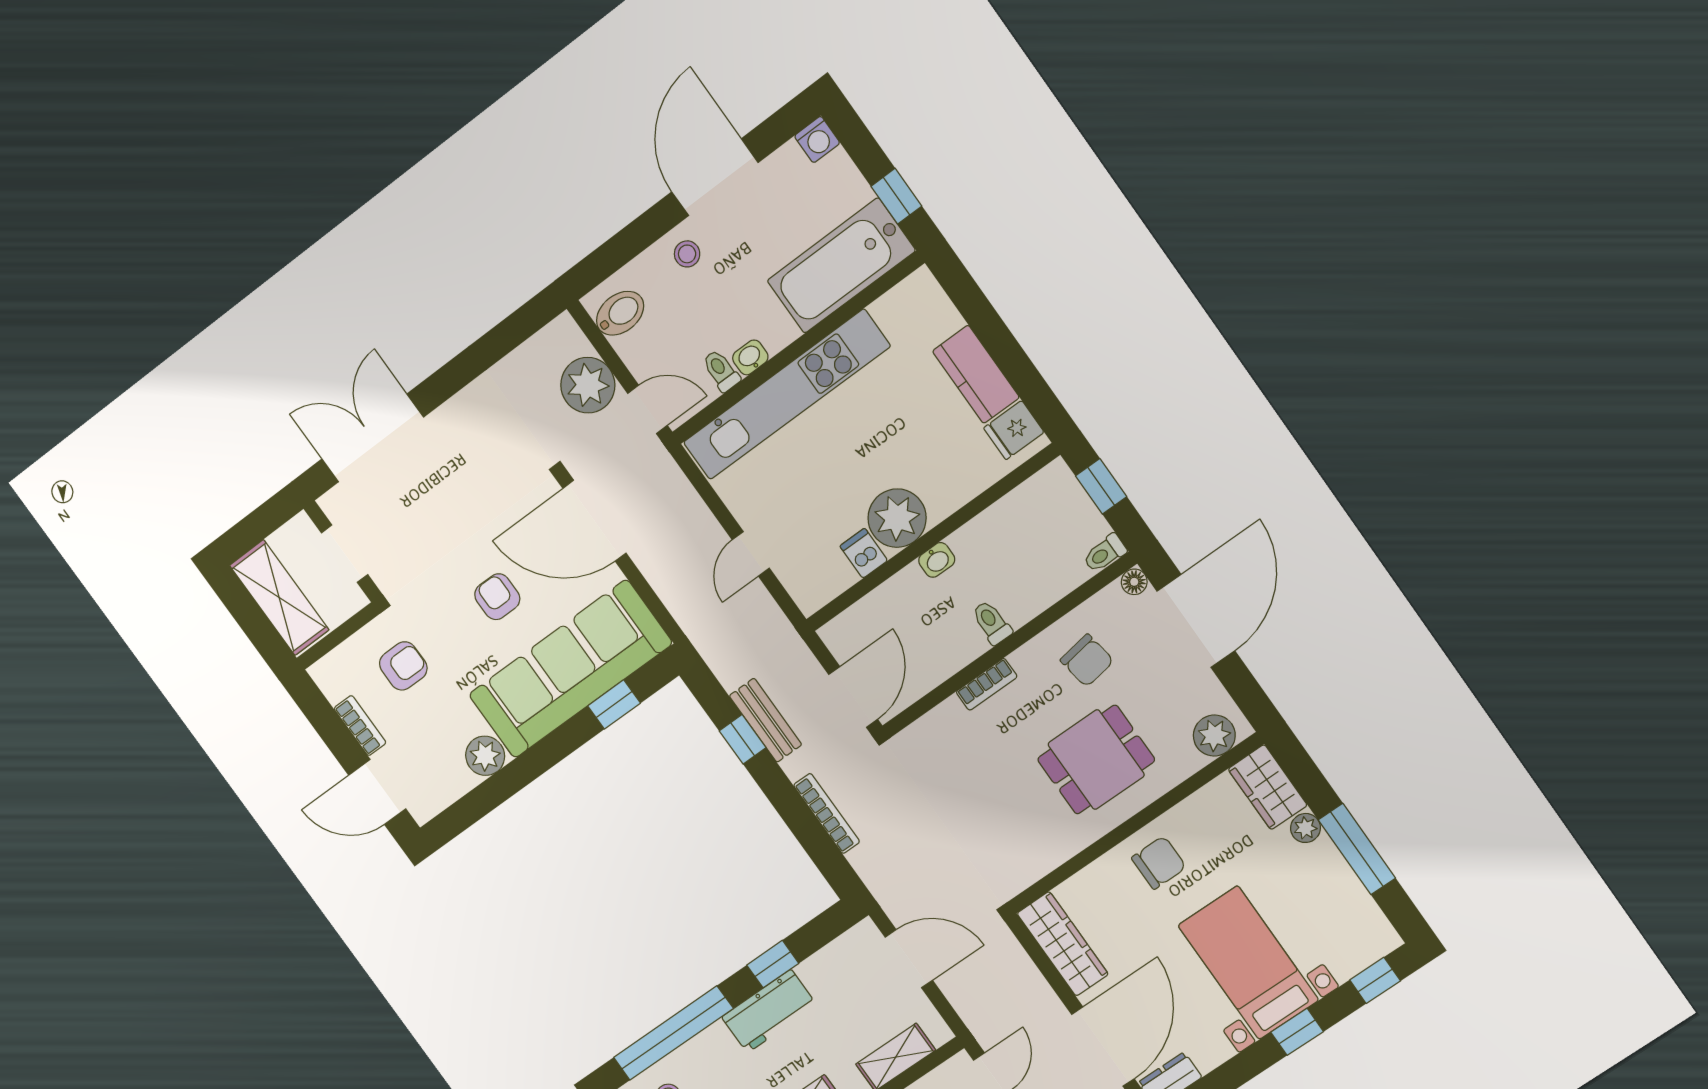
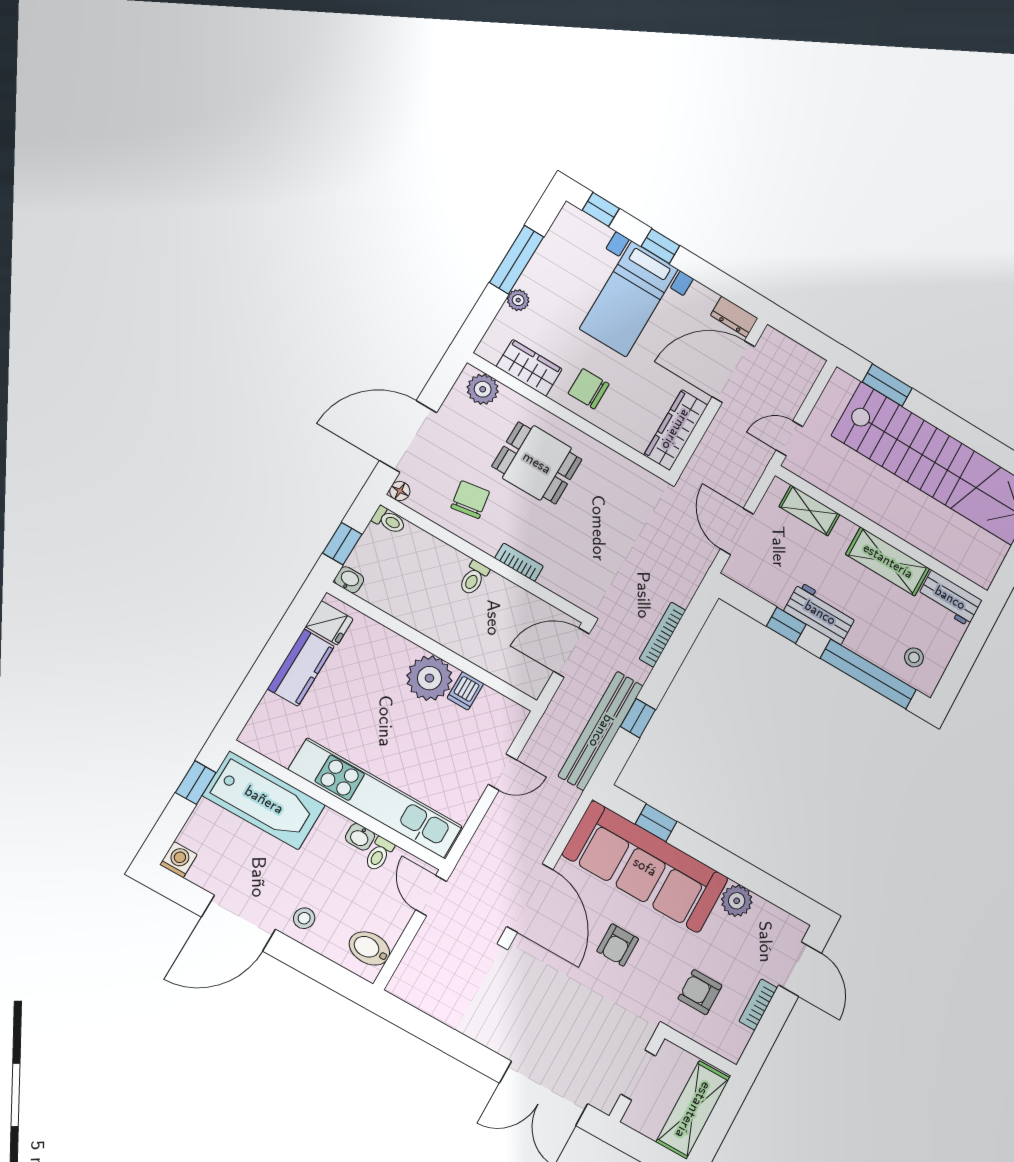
plant: (588, 385) -> (433, 948), removed
washbasin: (937, 560) -> (349, 580), moved
bench: (766, 720) -> (601, 731), width x1.86, depth x1.21
wardrobe: (1268, 787) -> (529, 368), moved, turned -90

